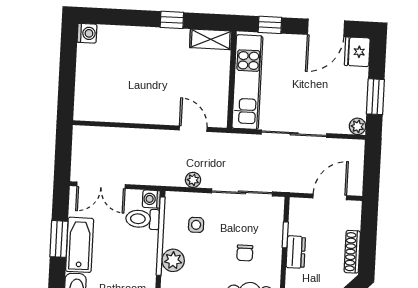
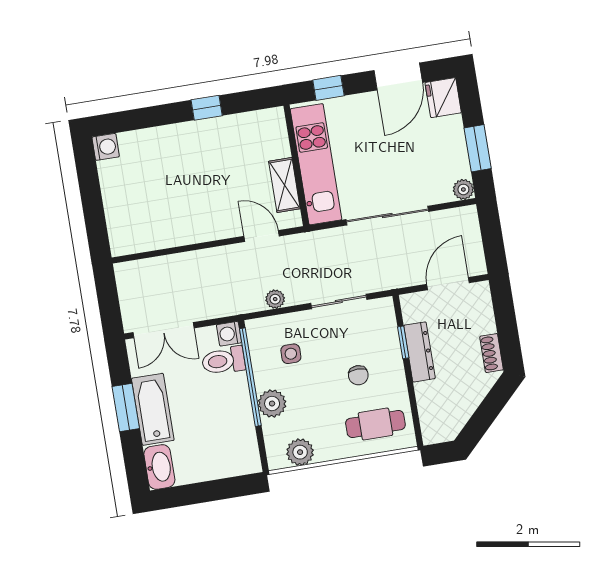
shelving: (211, 39) -> (284, 185), moved, turned 90
sliding door: (242, 192) -> (339, 301), width x0.73
dresser: (296, 252) -> (419, 352), width x1.44
shoe rack: (352, 252) -> (492, 353), width x0.70

